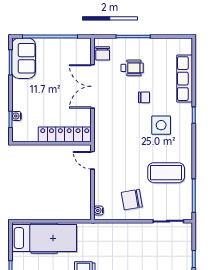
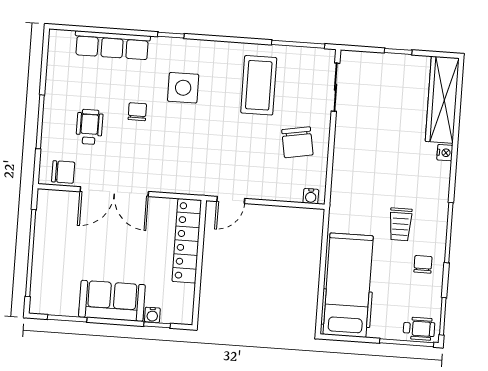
sofa: (24, 58) -> (112, 301), moved

